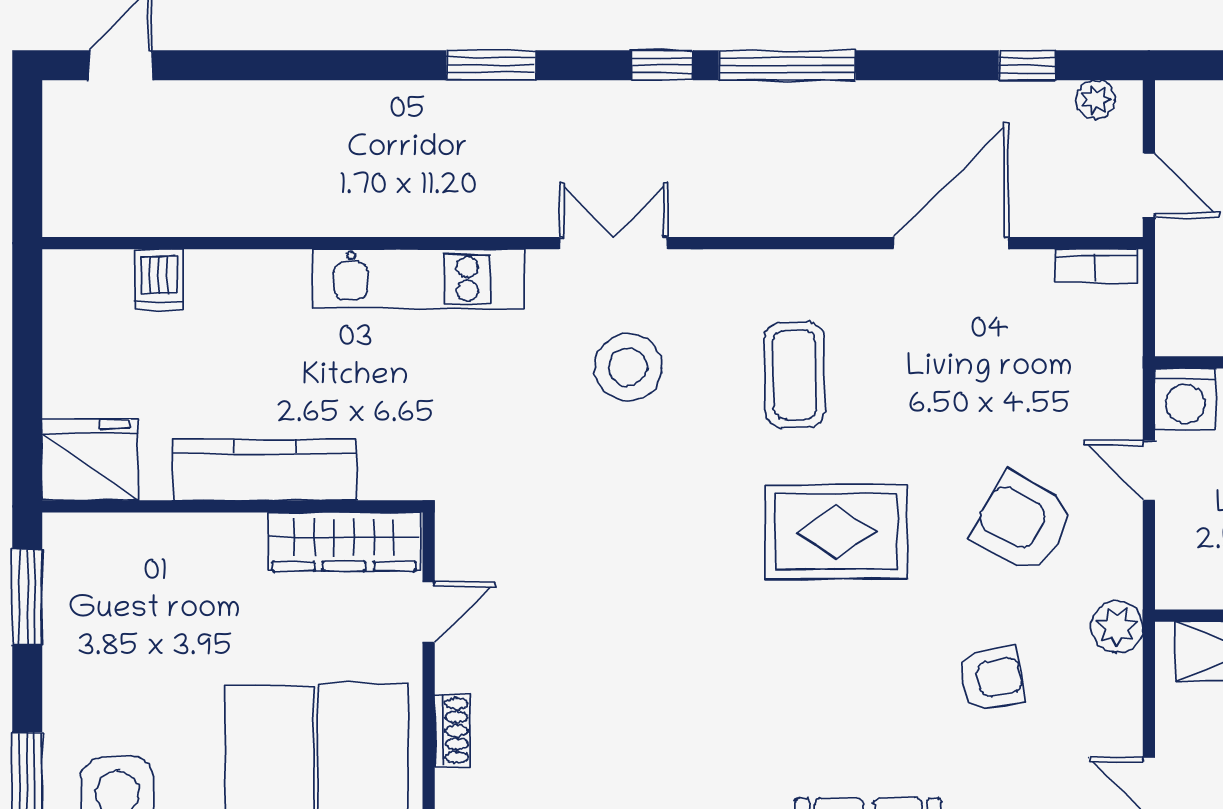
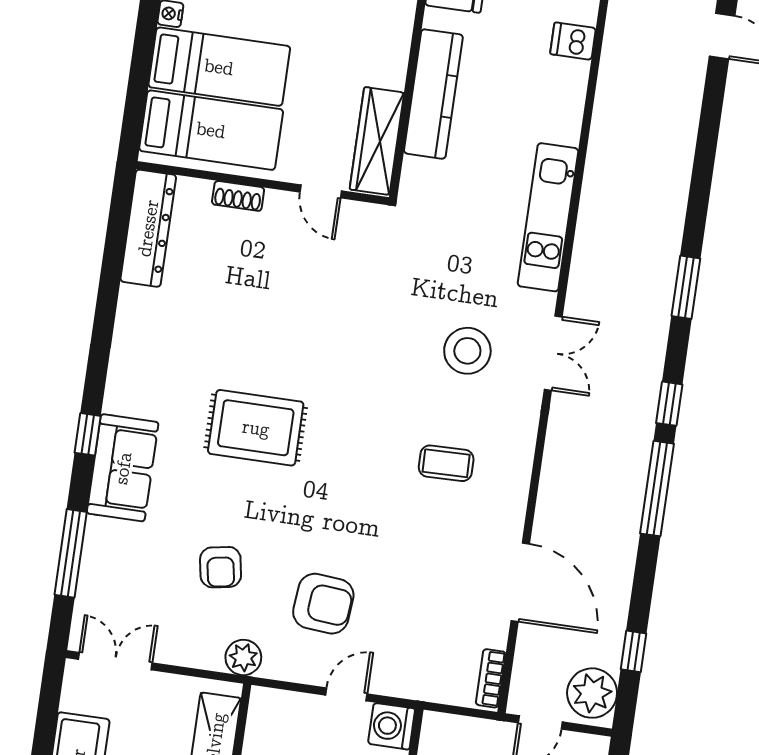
plant: (1096, 100) -> (592, 693), width x1.88, depth x1.88
coffee table: (795, 375) -> (446, 463), width x0.73, depth x0.77
armchair: (1023, 523) -> (323, 604), turned 66
rug: (836, 532) -> (256, 428), moved, turned 90

